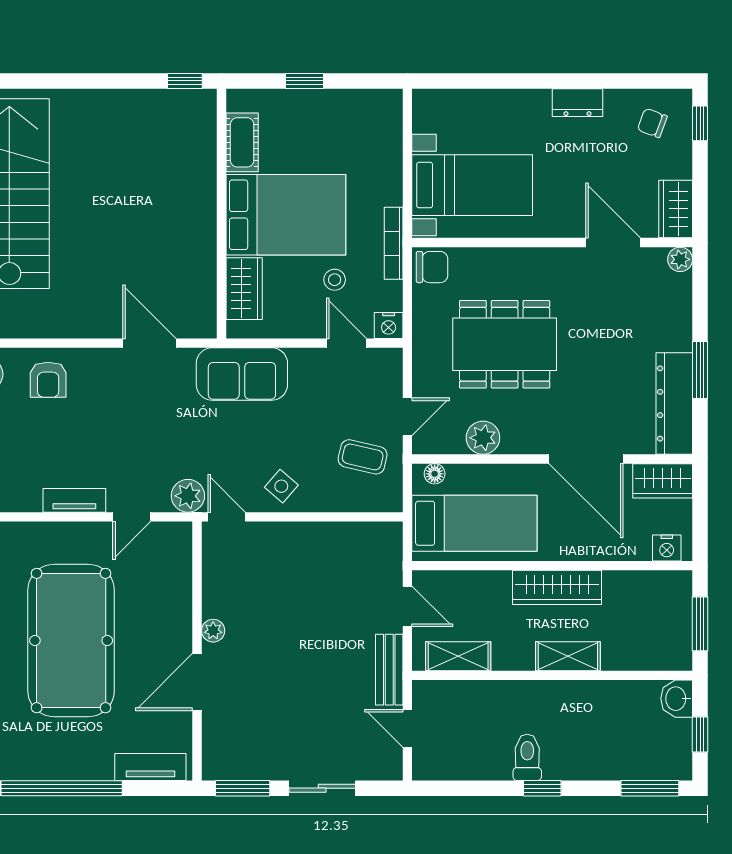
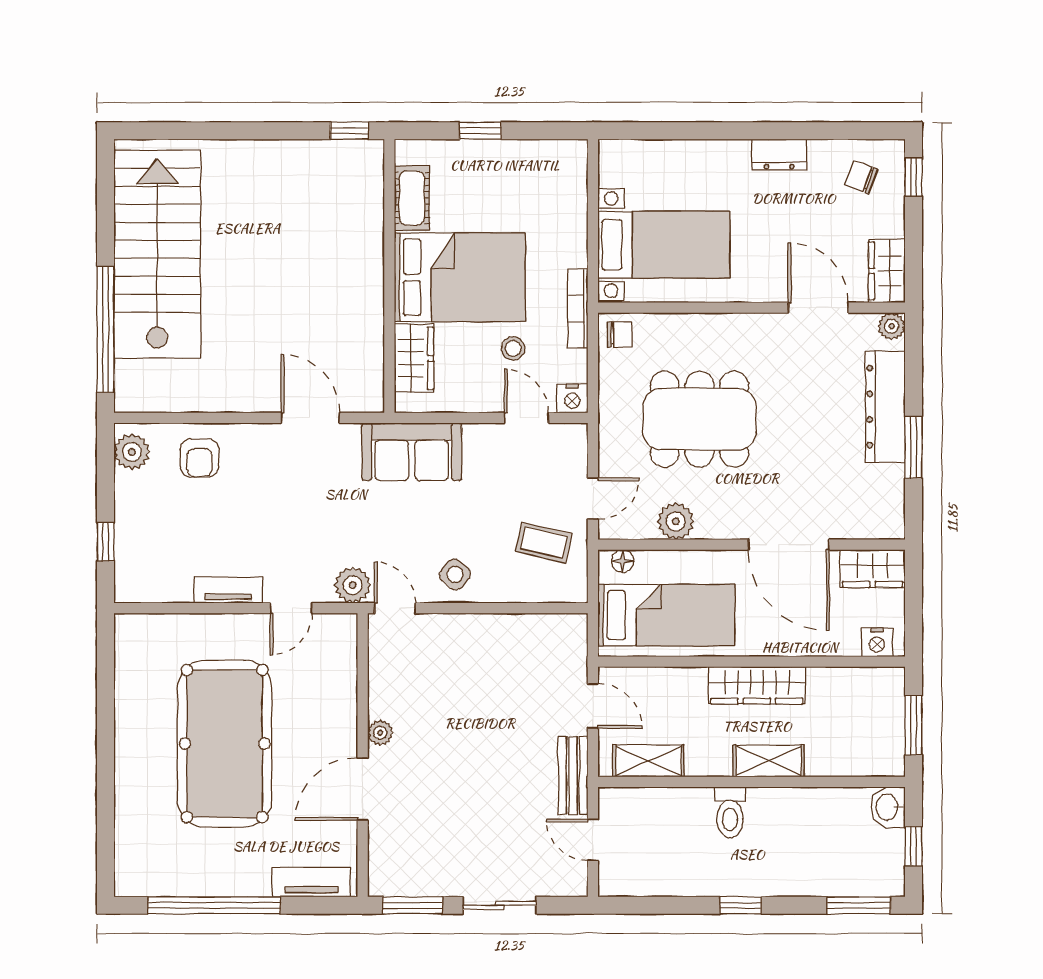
chair: (432, 267) -> (620, 335), width x0.73, depth x0.73
dresser: (674, 403) -> (885, 407), moved
toilet: (527, 757) -> (730, 812), moved, turned 180

